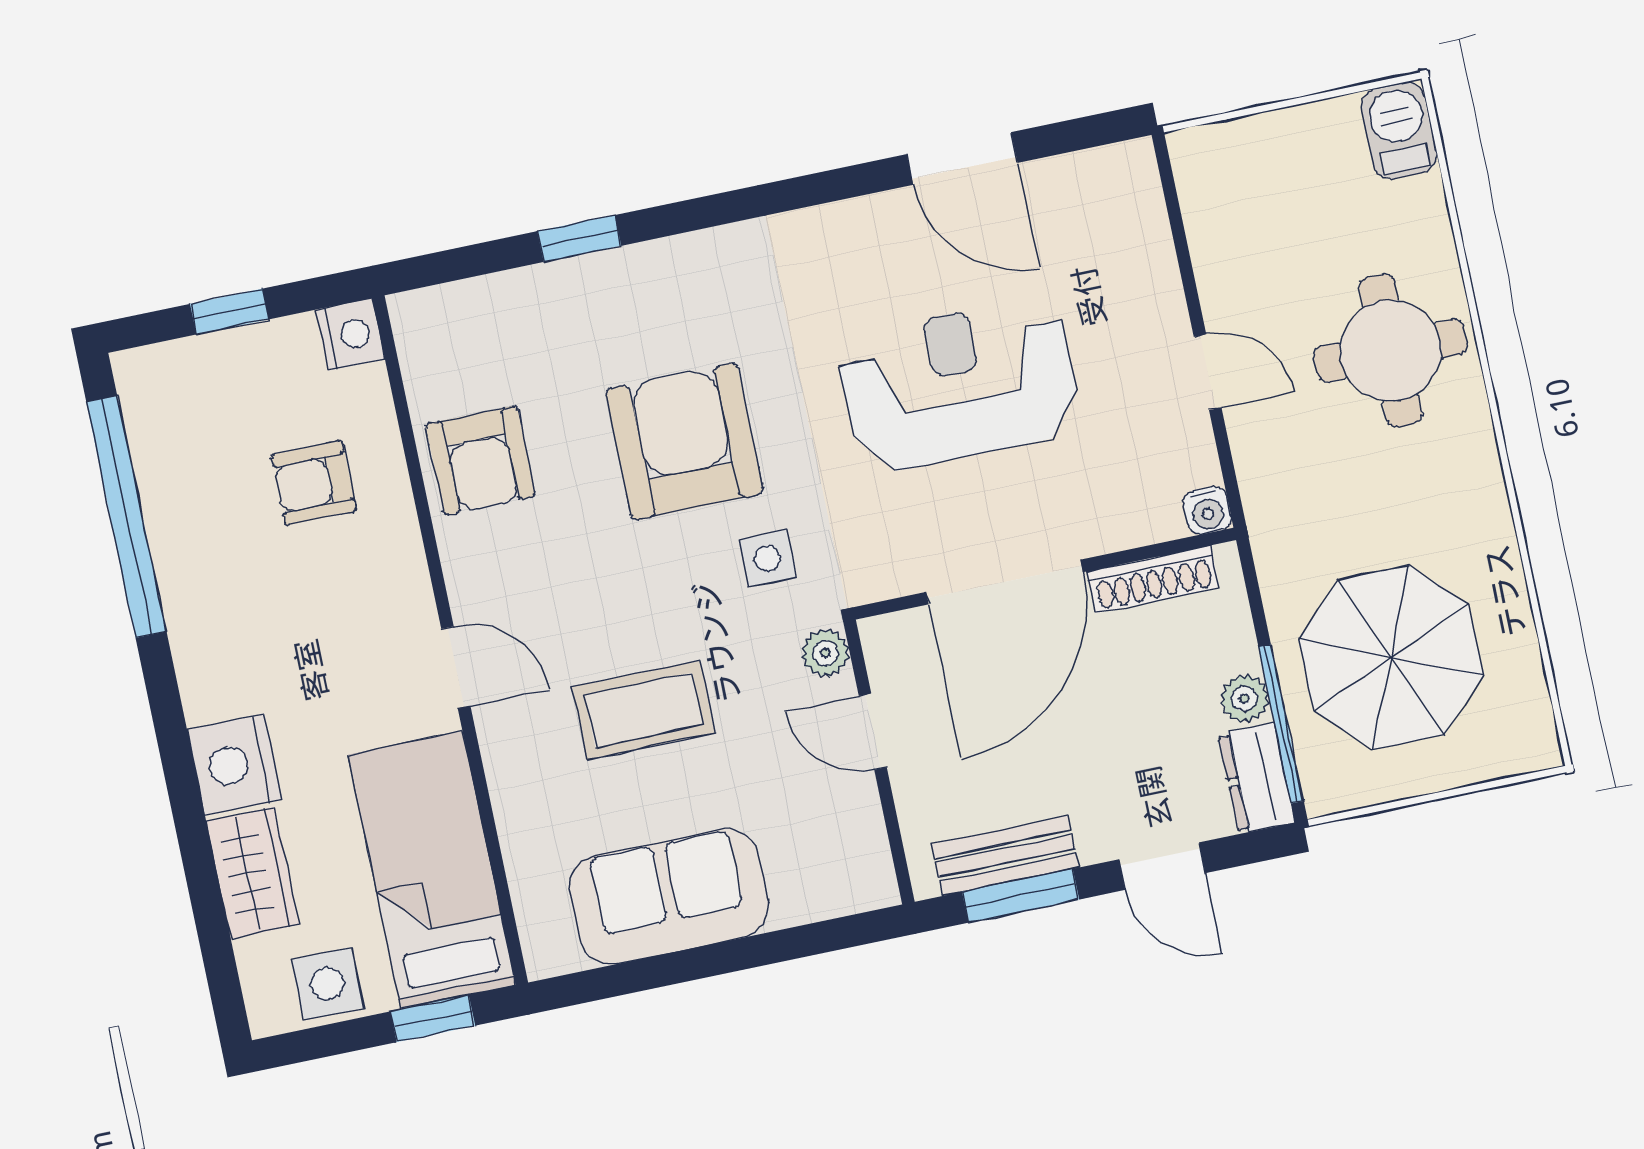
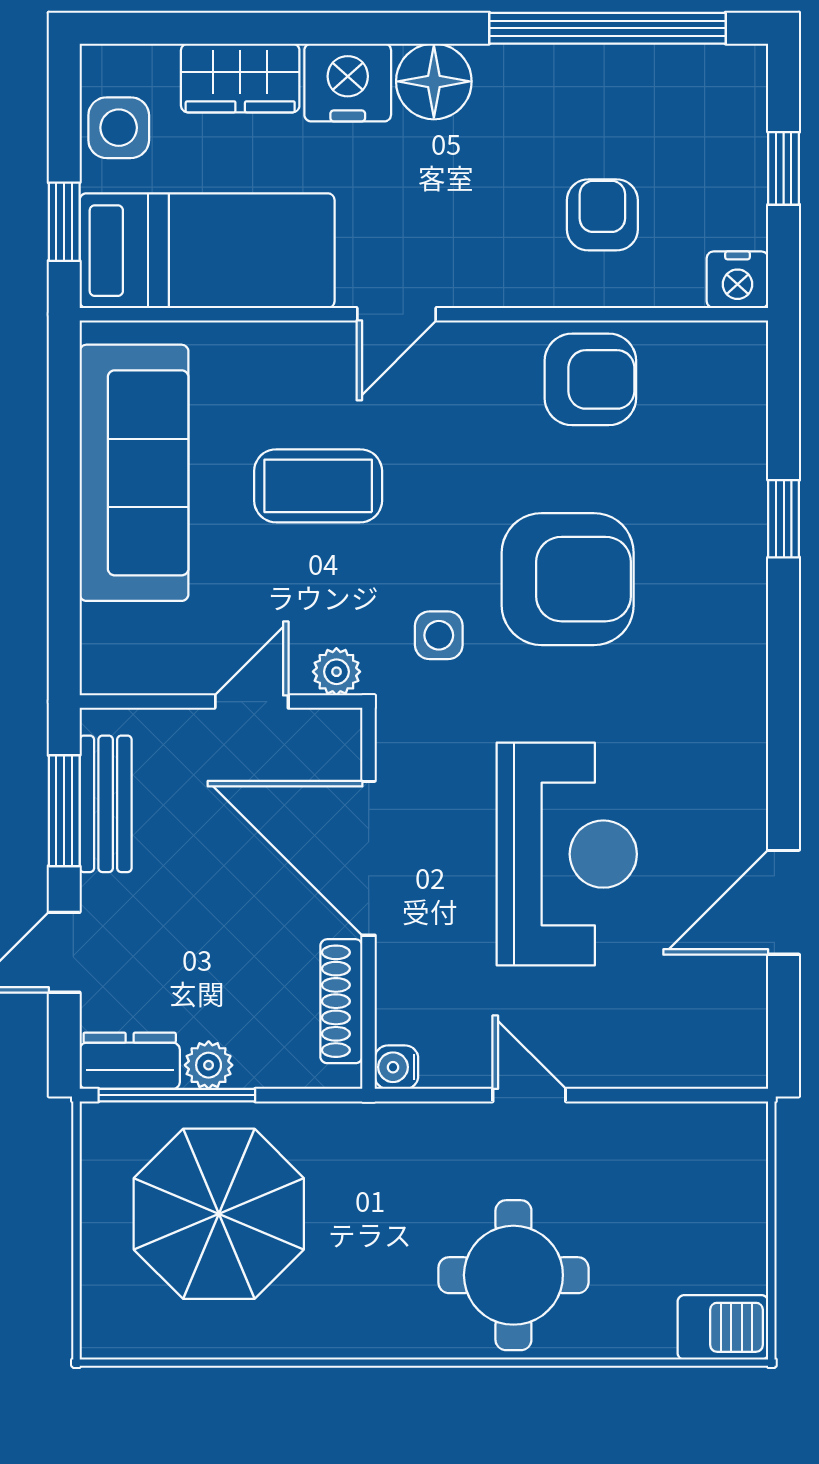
door: (1208, 372) -> (529, 1095), swing flipped
armchair: (480, 460) -> (590, 379), turned 180
floor lamp: (216, 679) -> (434, 81), added
coffee table: (643, 710) -> (318, 486), turned 90
sofa: (669, 896) -> (134, 473), width x1.36

